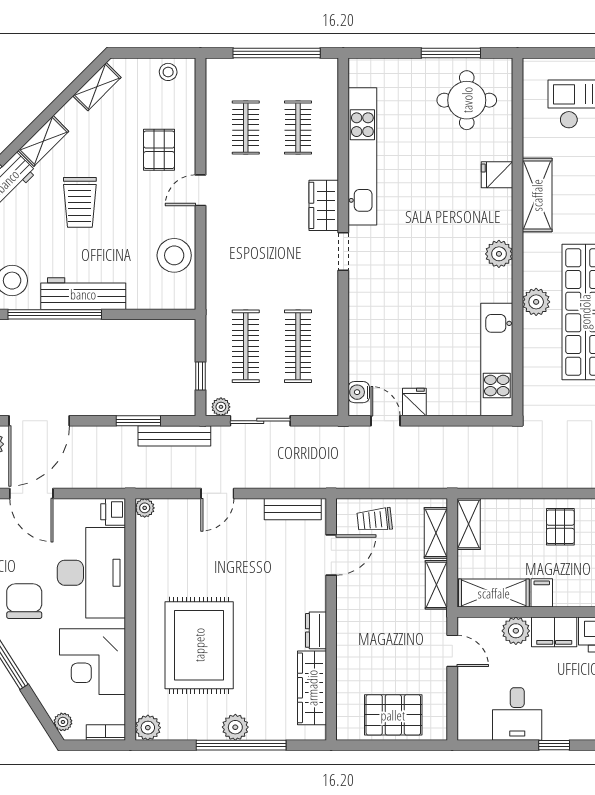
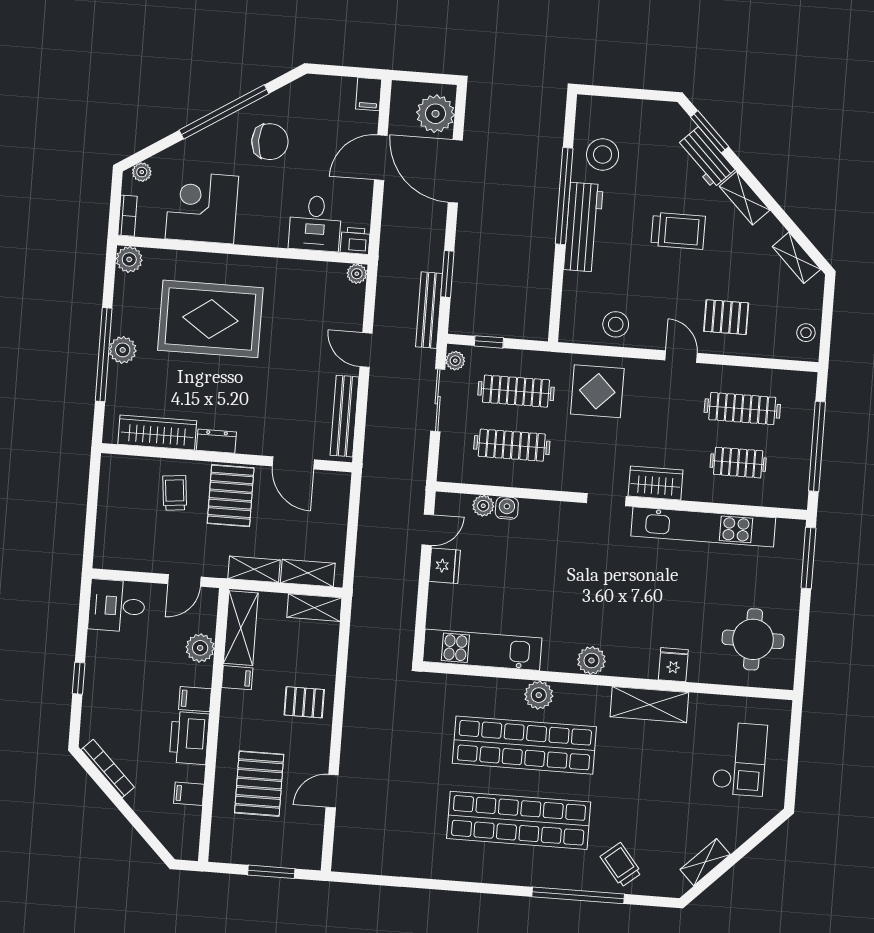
window: (451, 53) -> (808, 558), moved
clothes rail: (246, 128) -> (742, 408), width x1.36
trolley: (80, 202) -> (678, 231), turned 180
stool: (174, 255) -> (616, 324), width x0.73, depth x0.73
display table: (240, 268) -> (597, 391), added
plant: (358, 369) -> (483, 506), added
water cooler: (359, 392) -> (507, 508), moved
fridge: (414, 402) -> (445, 566), width x1.38
bench: (293, 509) -> (345, 416), width x1.36
trolley: (375, 520) -> (175, 493), moved
desk: (91, 573) -> (315, 223), width x0.53, depth x0.77
filing cabinet: (554, 632) -> (195, 699), width x0.50
desk: (517, 714) -> (117, 606), moved
pallet: (393, 715) -> (231, 496), moved

